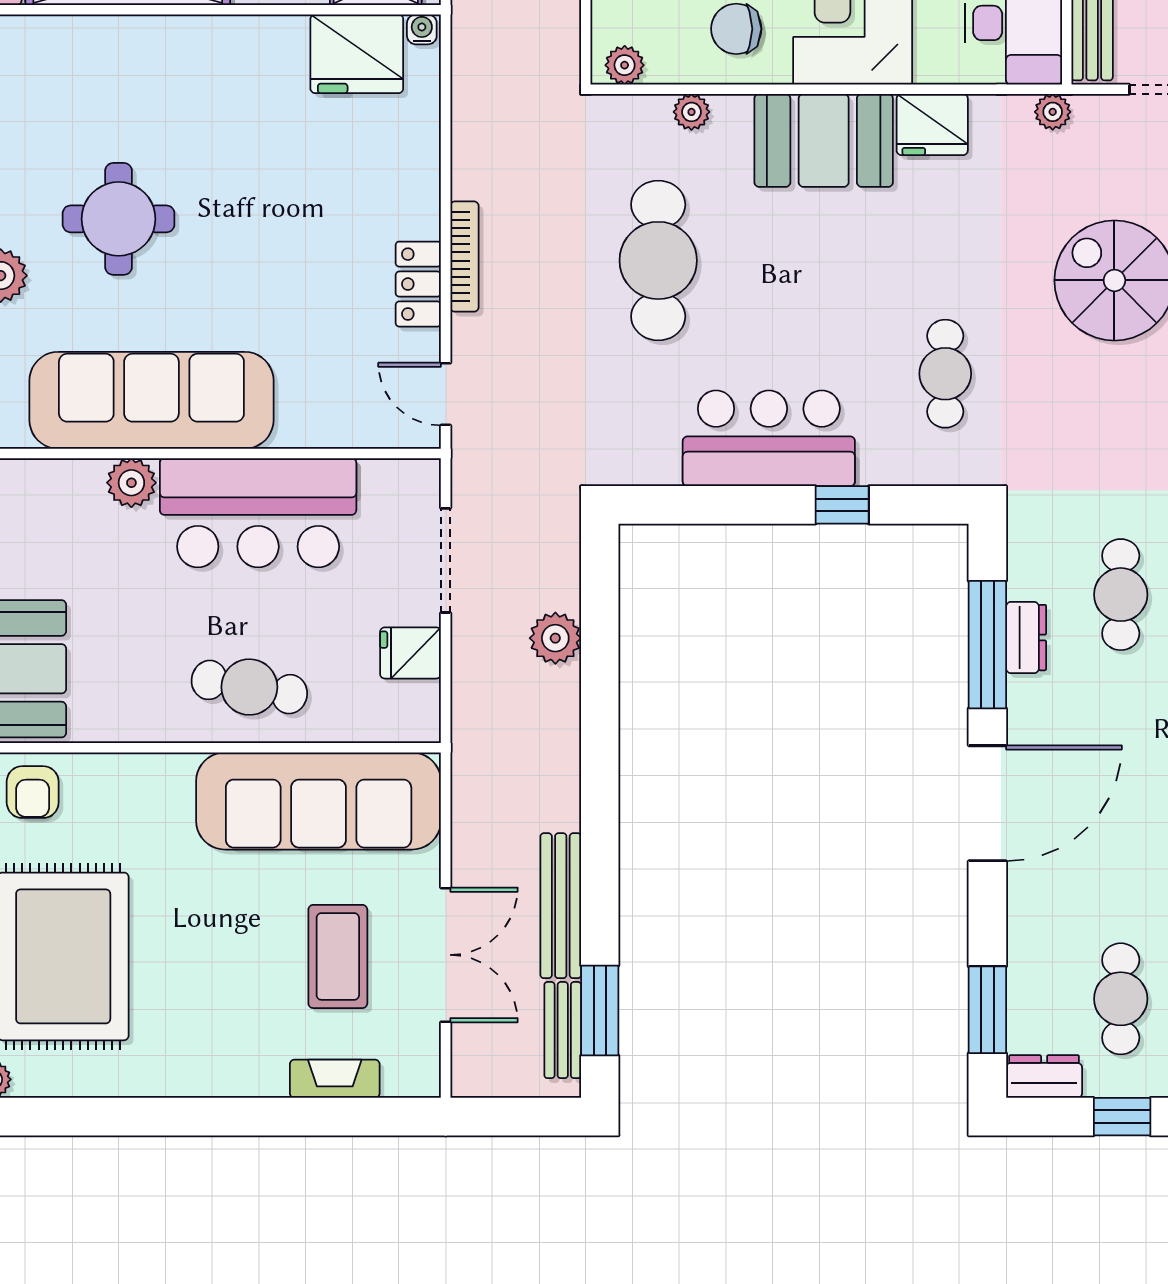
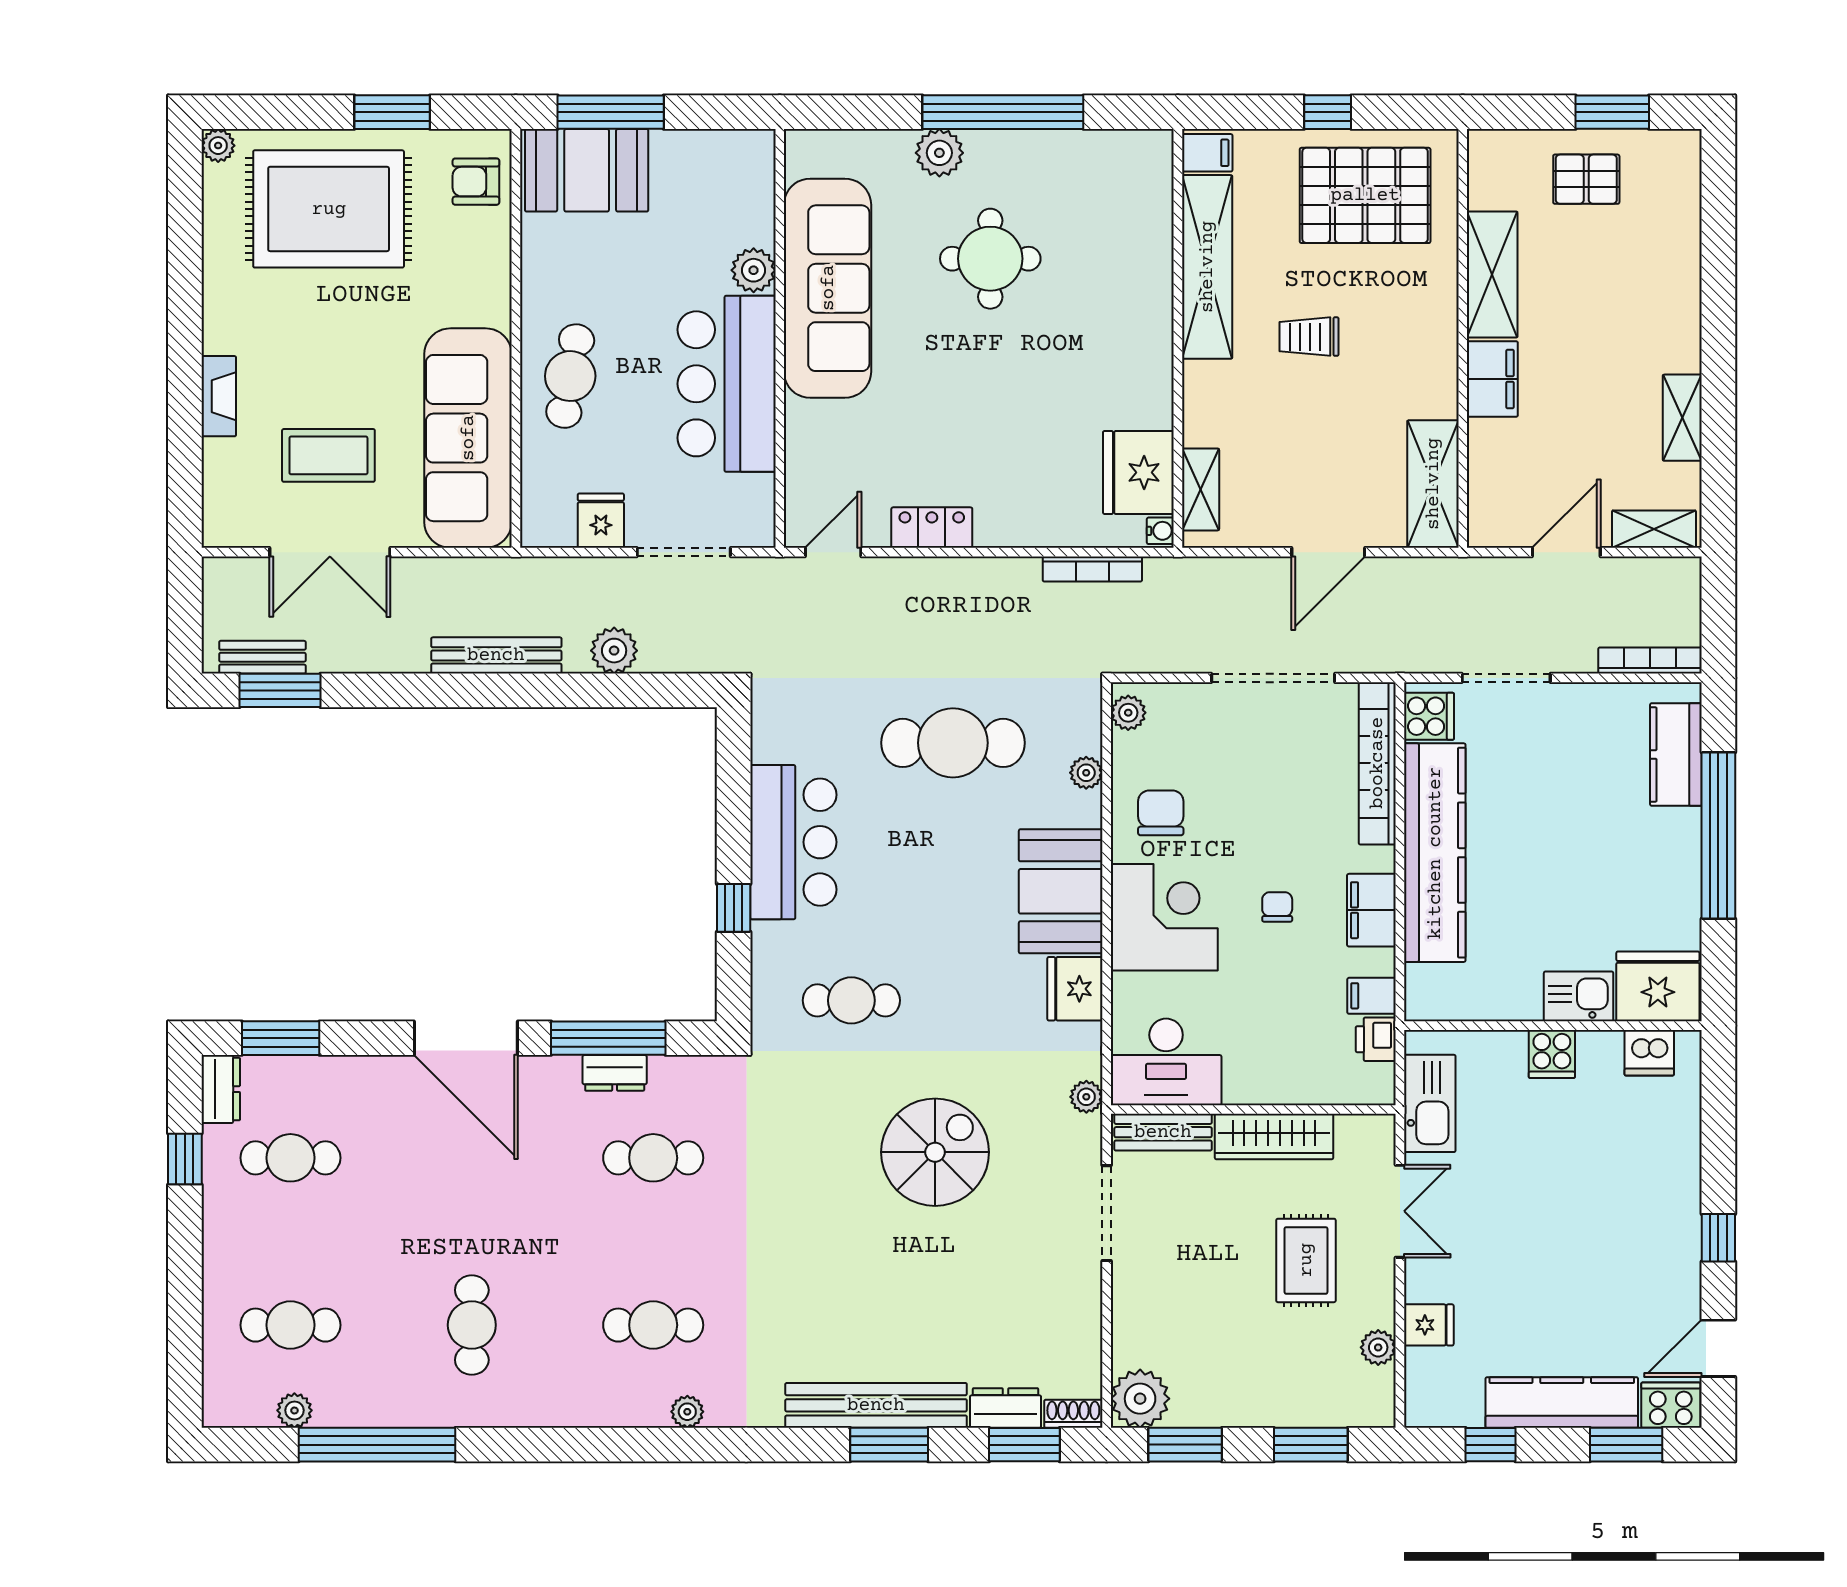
bookcase: (464, 257) -> (1092, 569), moved
bench: (561, 906) -> (496, 655), moved
fireplace: (335, 1079) -> (219, 396), moved

